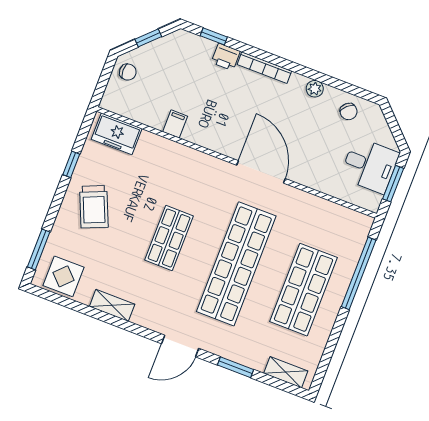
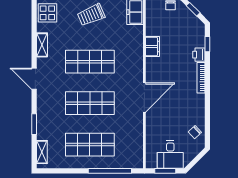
plant: (315, 89) -> (200, 109), removed
filing cabinet: (175, 124) -> (152, 47), width x2.00
shop shelf: (169, 238) -> (90, 62), width x1.43, depth x1.36
shop shelf: (236, 264) -> (90, 103), width x0.71
door: (180, 346) -> (34, 79), moved

